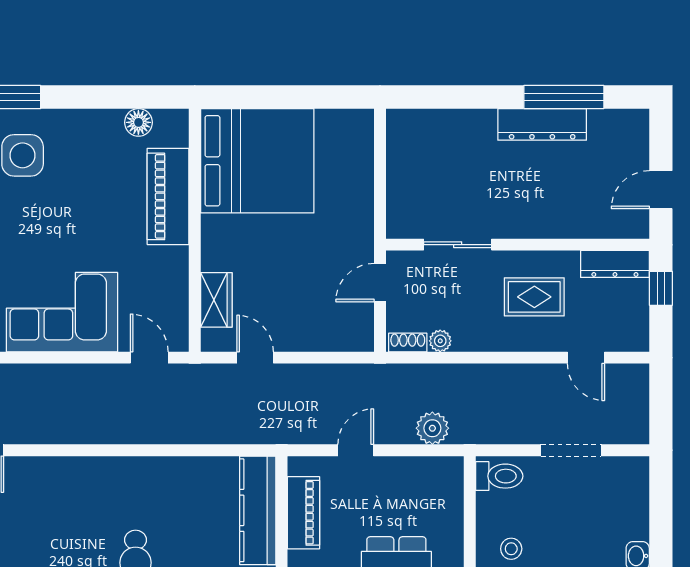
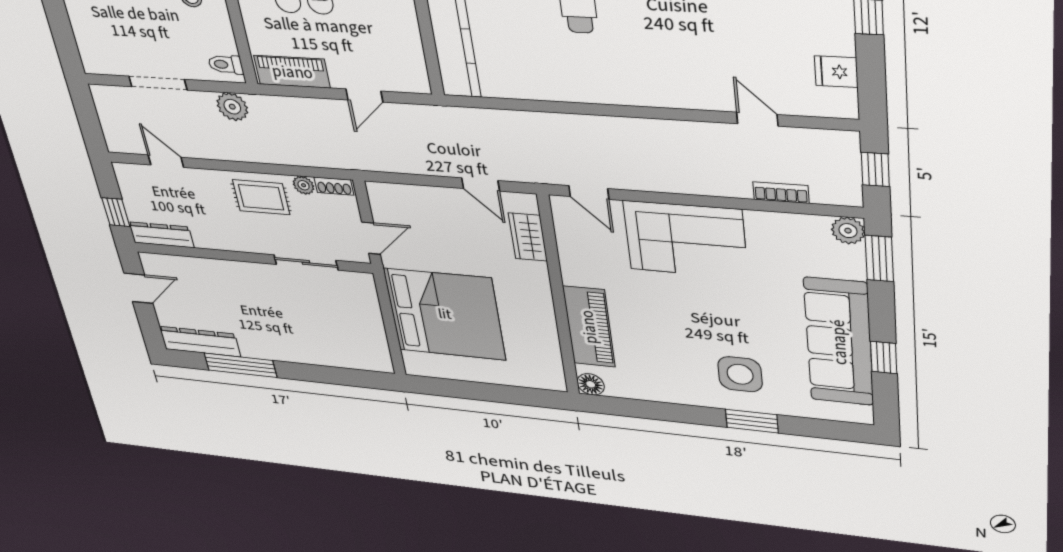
floor lamp: (138, 122) -> (591, 384), moved
dresser: (542, 124) -> (200, 342), moved
bed: (257, 161) -> (445, 314), moved, turned 180
rug: (534, 297) -> (261, 197), moved
plant: (432, 428) -> (232, 107), moved
toilet: (499, 476) -> (226, 64), width x0.73, depth x0.72
piano: (303, 513) -> (292, 72), moved, turned 90

